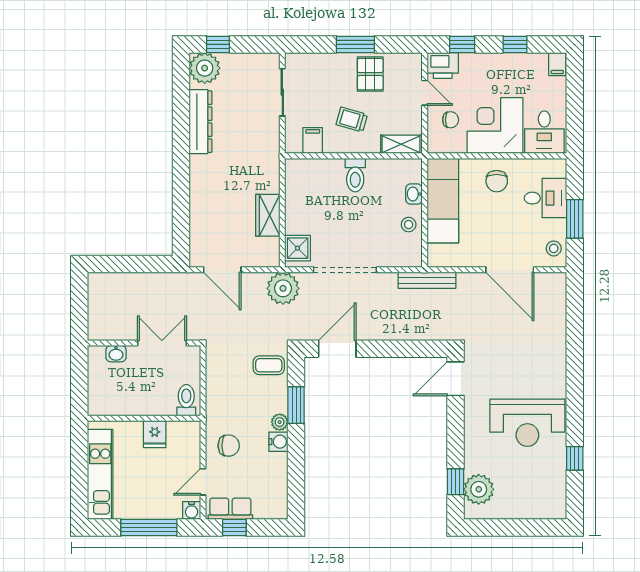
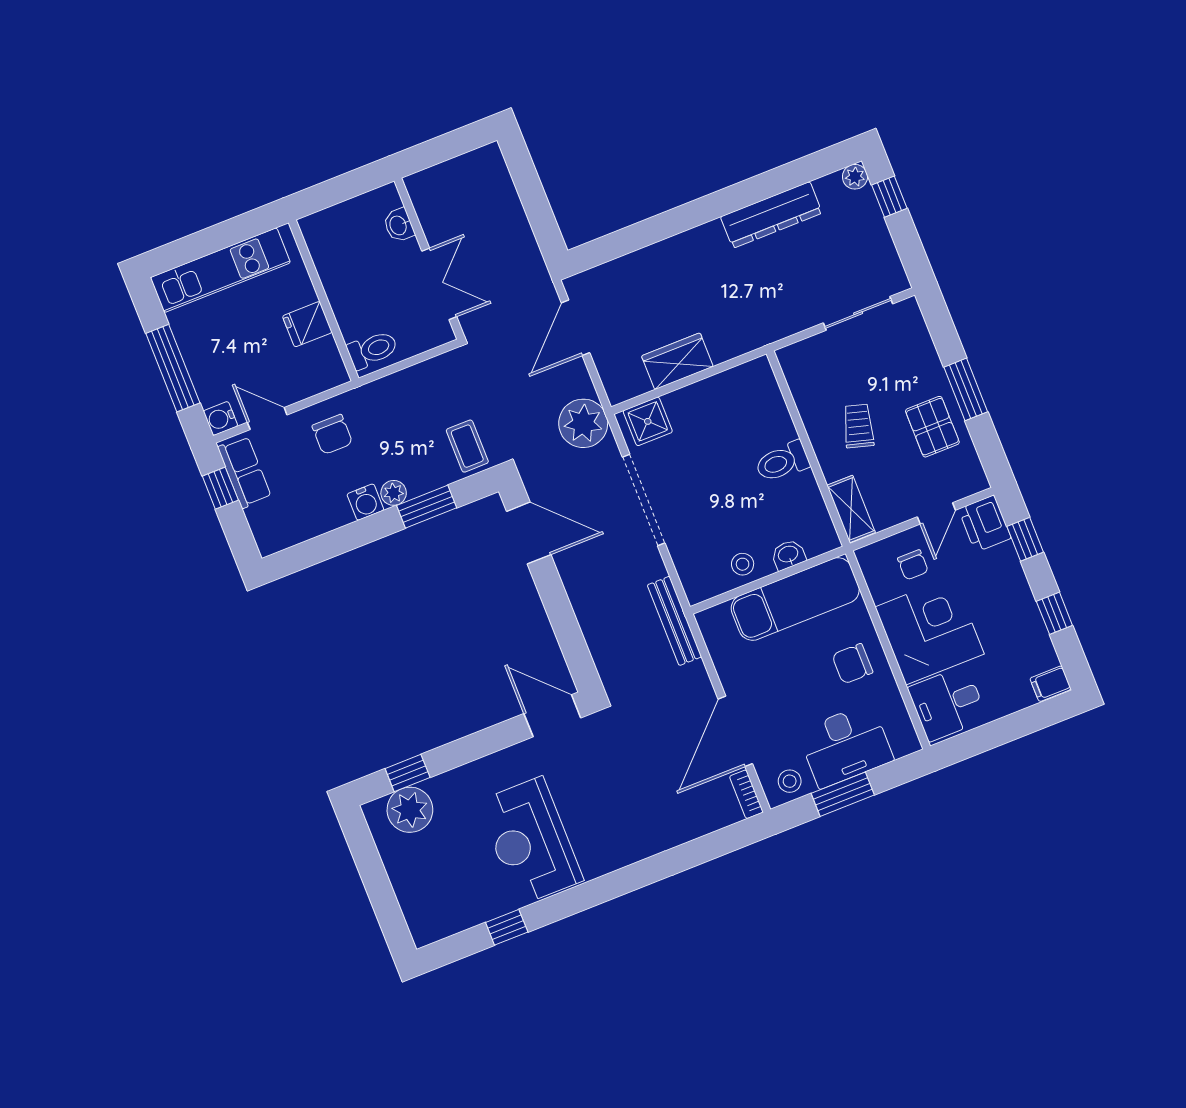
plant: (205, 68) -> (855, 177), width x0.53, depth x0.53
pallet: (370, 74) -> (932, 427), turned 90
filing cabinet: (313, 140) -> (807, 383), removed
desk: (545, 198) -> (845, 746), width x1.37
bookcase: (551, 278) -> (746, 794), added

